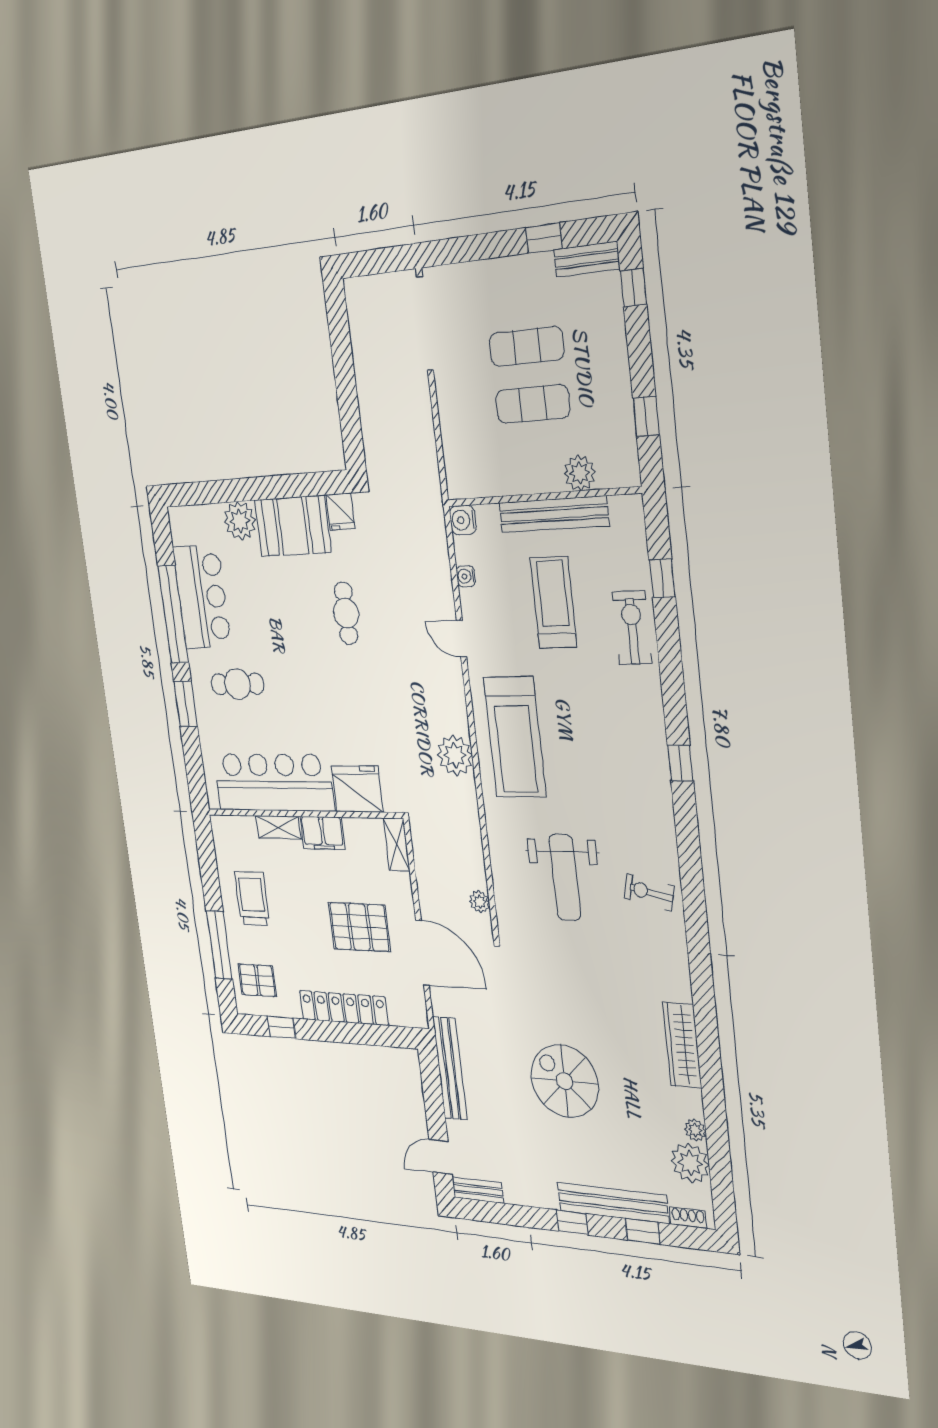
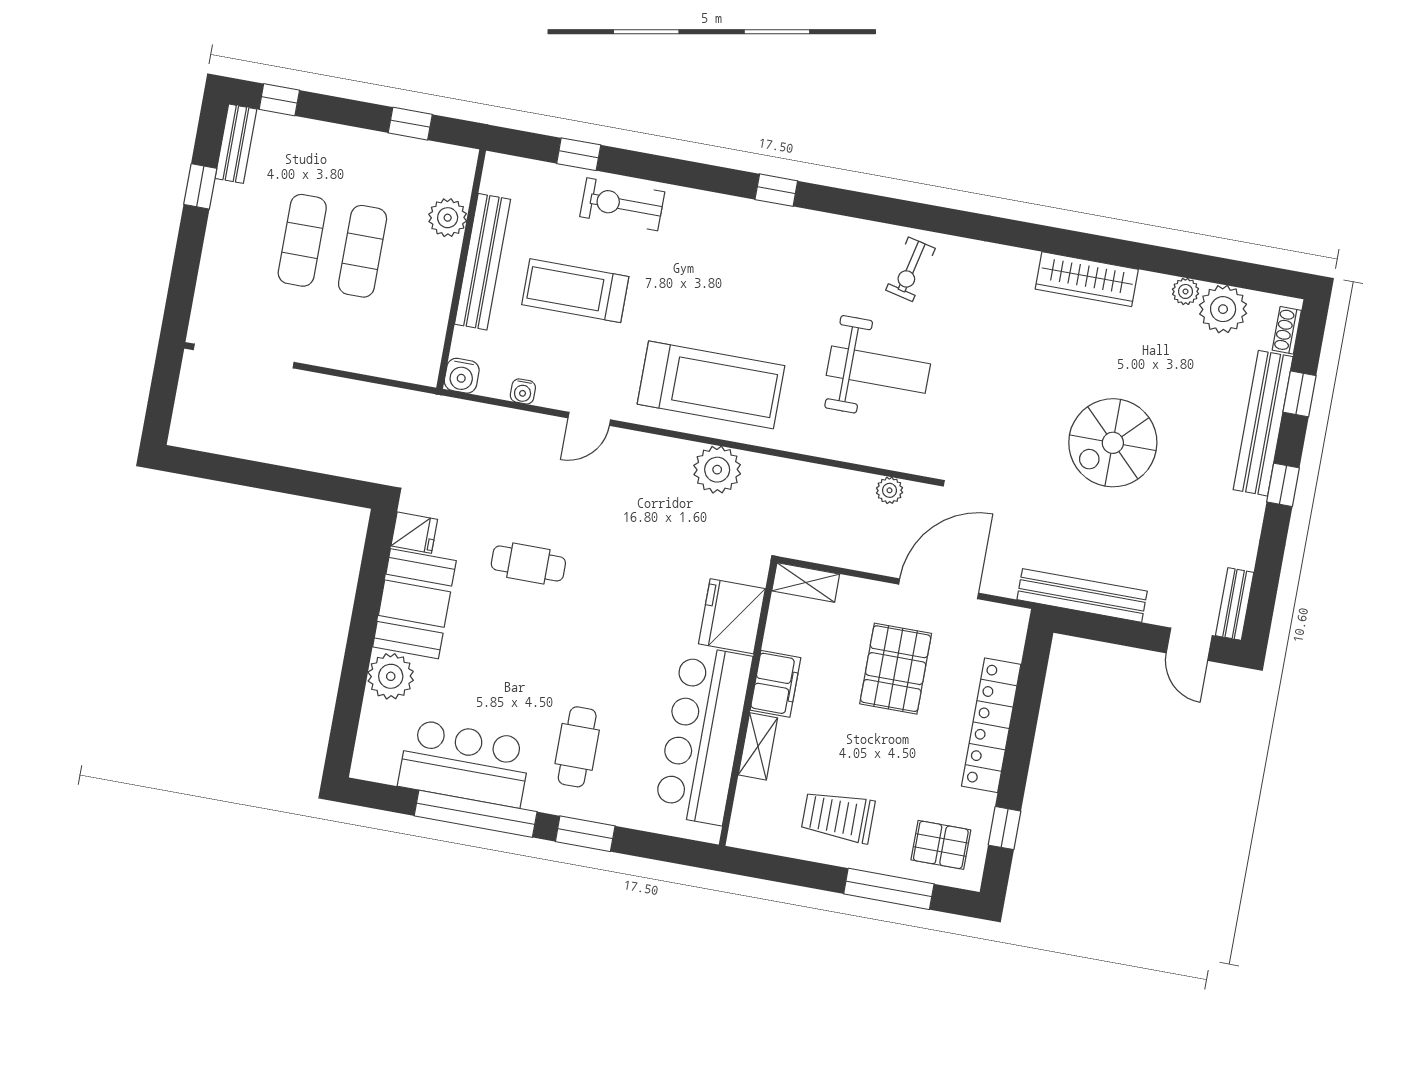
pallet: (257, 980) -> (941, 845), turned 90

